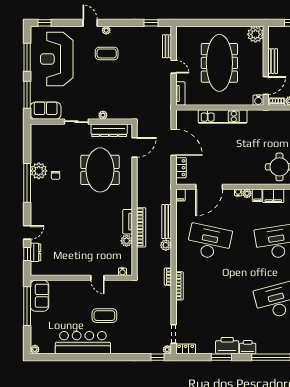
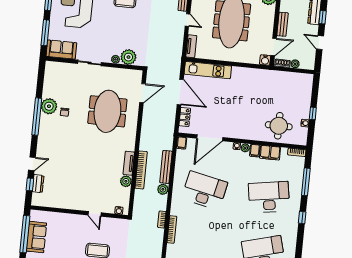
plant: (116, 111) -> (128, 57), added
kitchen unit: (223, 116) -> (208, 70), moved
dresser: (109, 130) -> (120, 74), removed
sofa: (39, 296) -> (36, 237), moved

